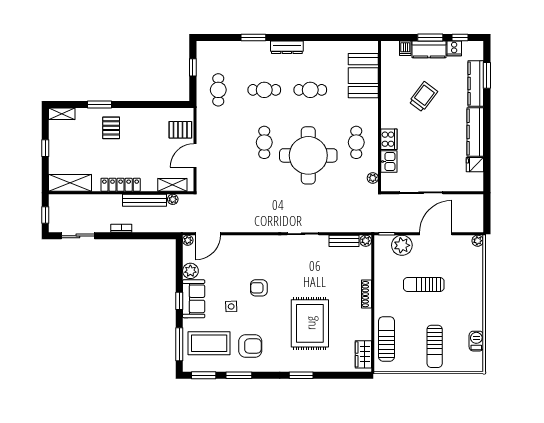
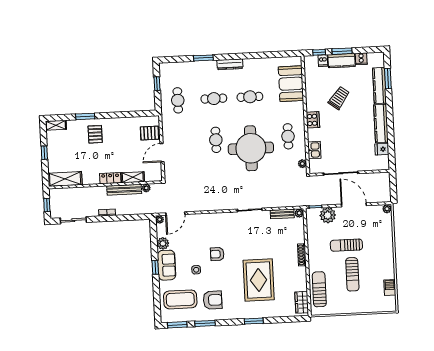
window: (460, 38) -> (319, 52), moved
cooker: (389, 139) -> (313, 120), moved
locker: (121, 185) -> (110, 178), width x0.66
shelving: (172, 185) -> (133, 177), moved
door: (436, 234) -> (354, 205), hinge flipped
window: (179, 344) -> (157, 301), removed
sun lounger: (435, 346) -> (352, 274), moved

